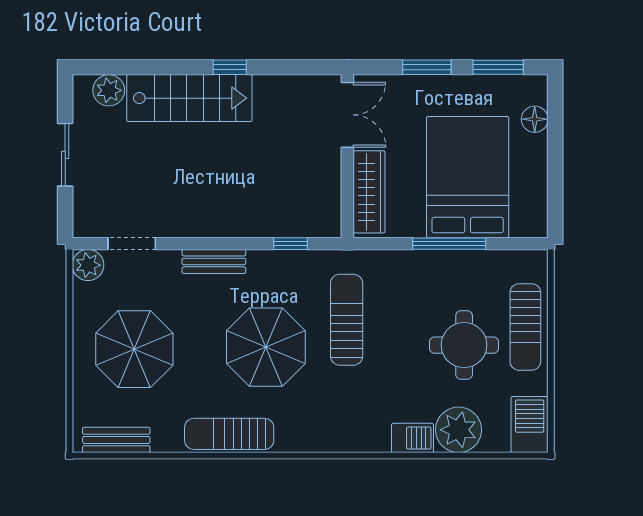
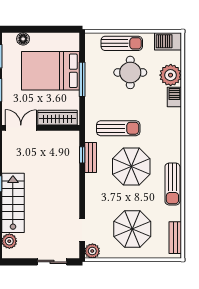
sliding door: (65, 155) -> (52, 262), moved
bench: (214, 261) -> (91, 157), moved
sun lounger: (347, 320) -> (118, 128), turned 180

